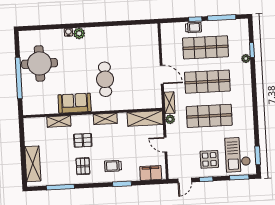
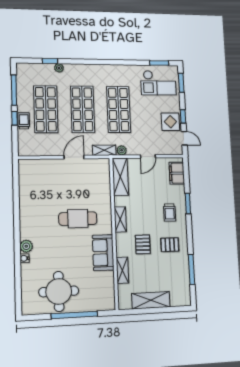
display table: (209, 159) -> (170, 122), moved
shelving: (33, 164) -> (151, 300), moved

